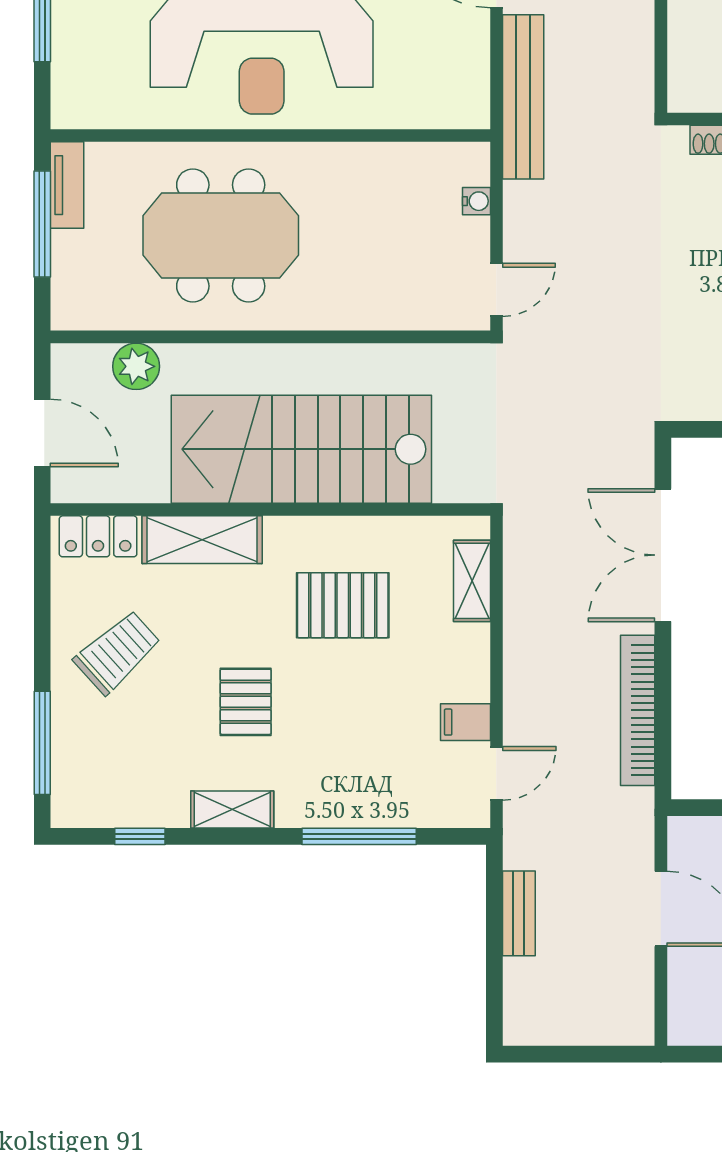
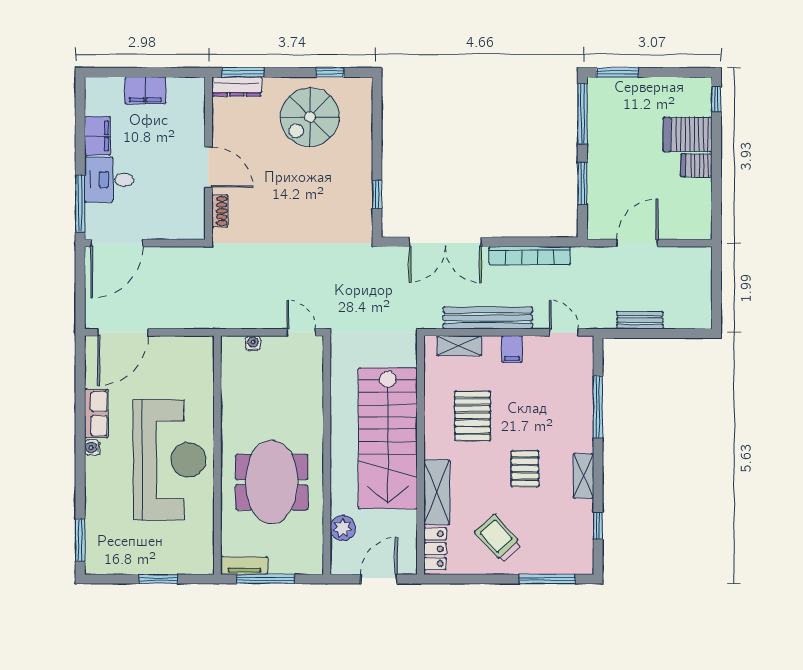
bench: (523, 97) -> (488, 318), moved
pallet: (246, 702) -> (525, 469), turned 90
filing cabinet: (466, 722) -> (512, 349), moved

